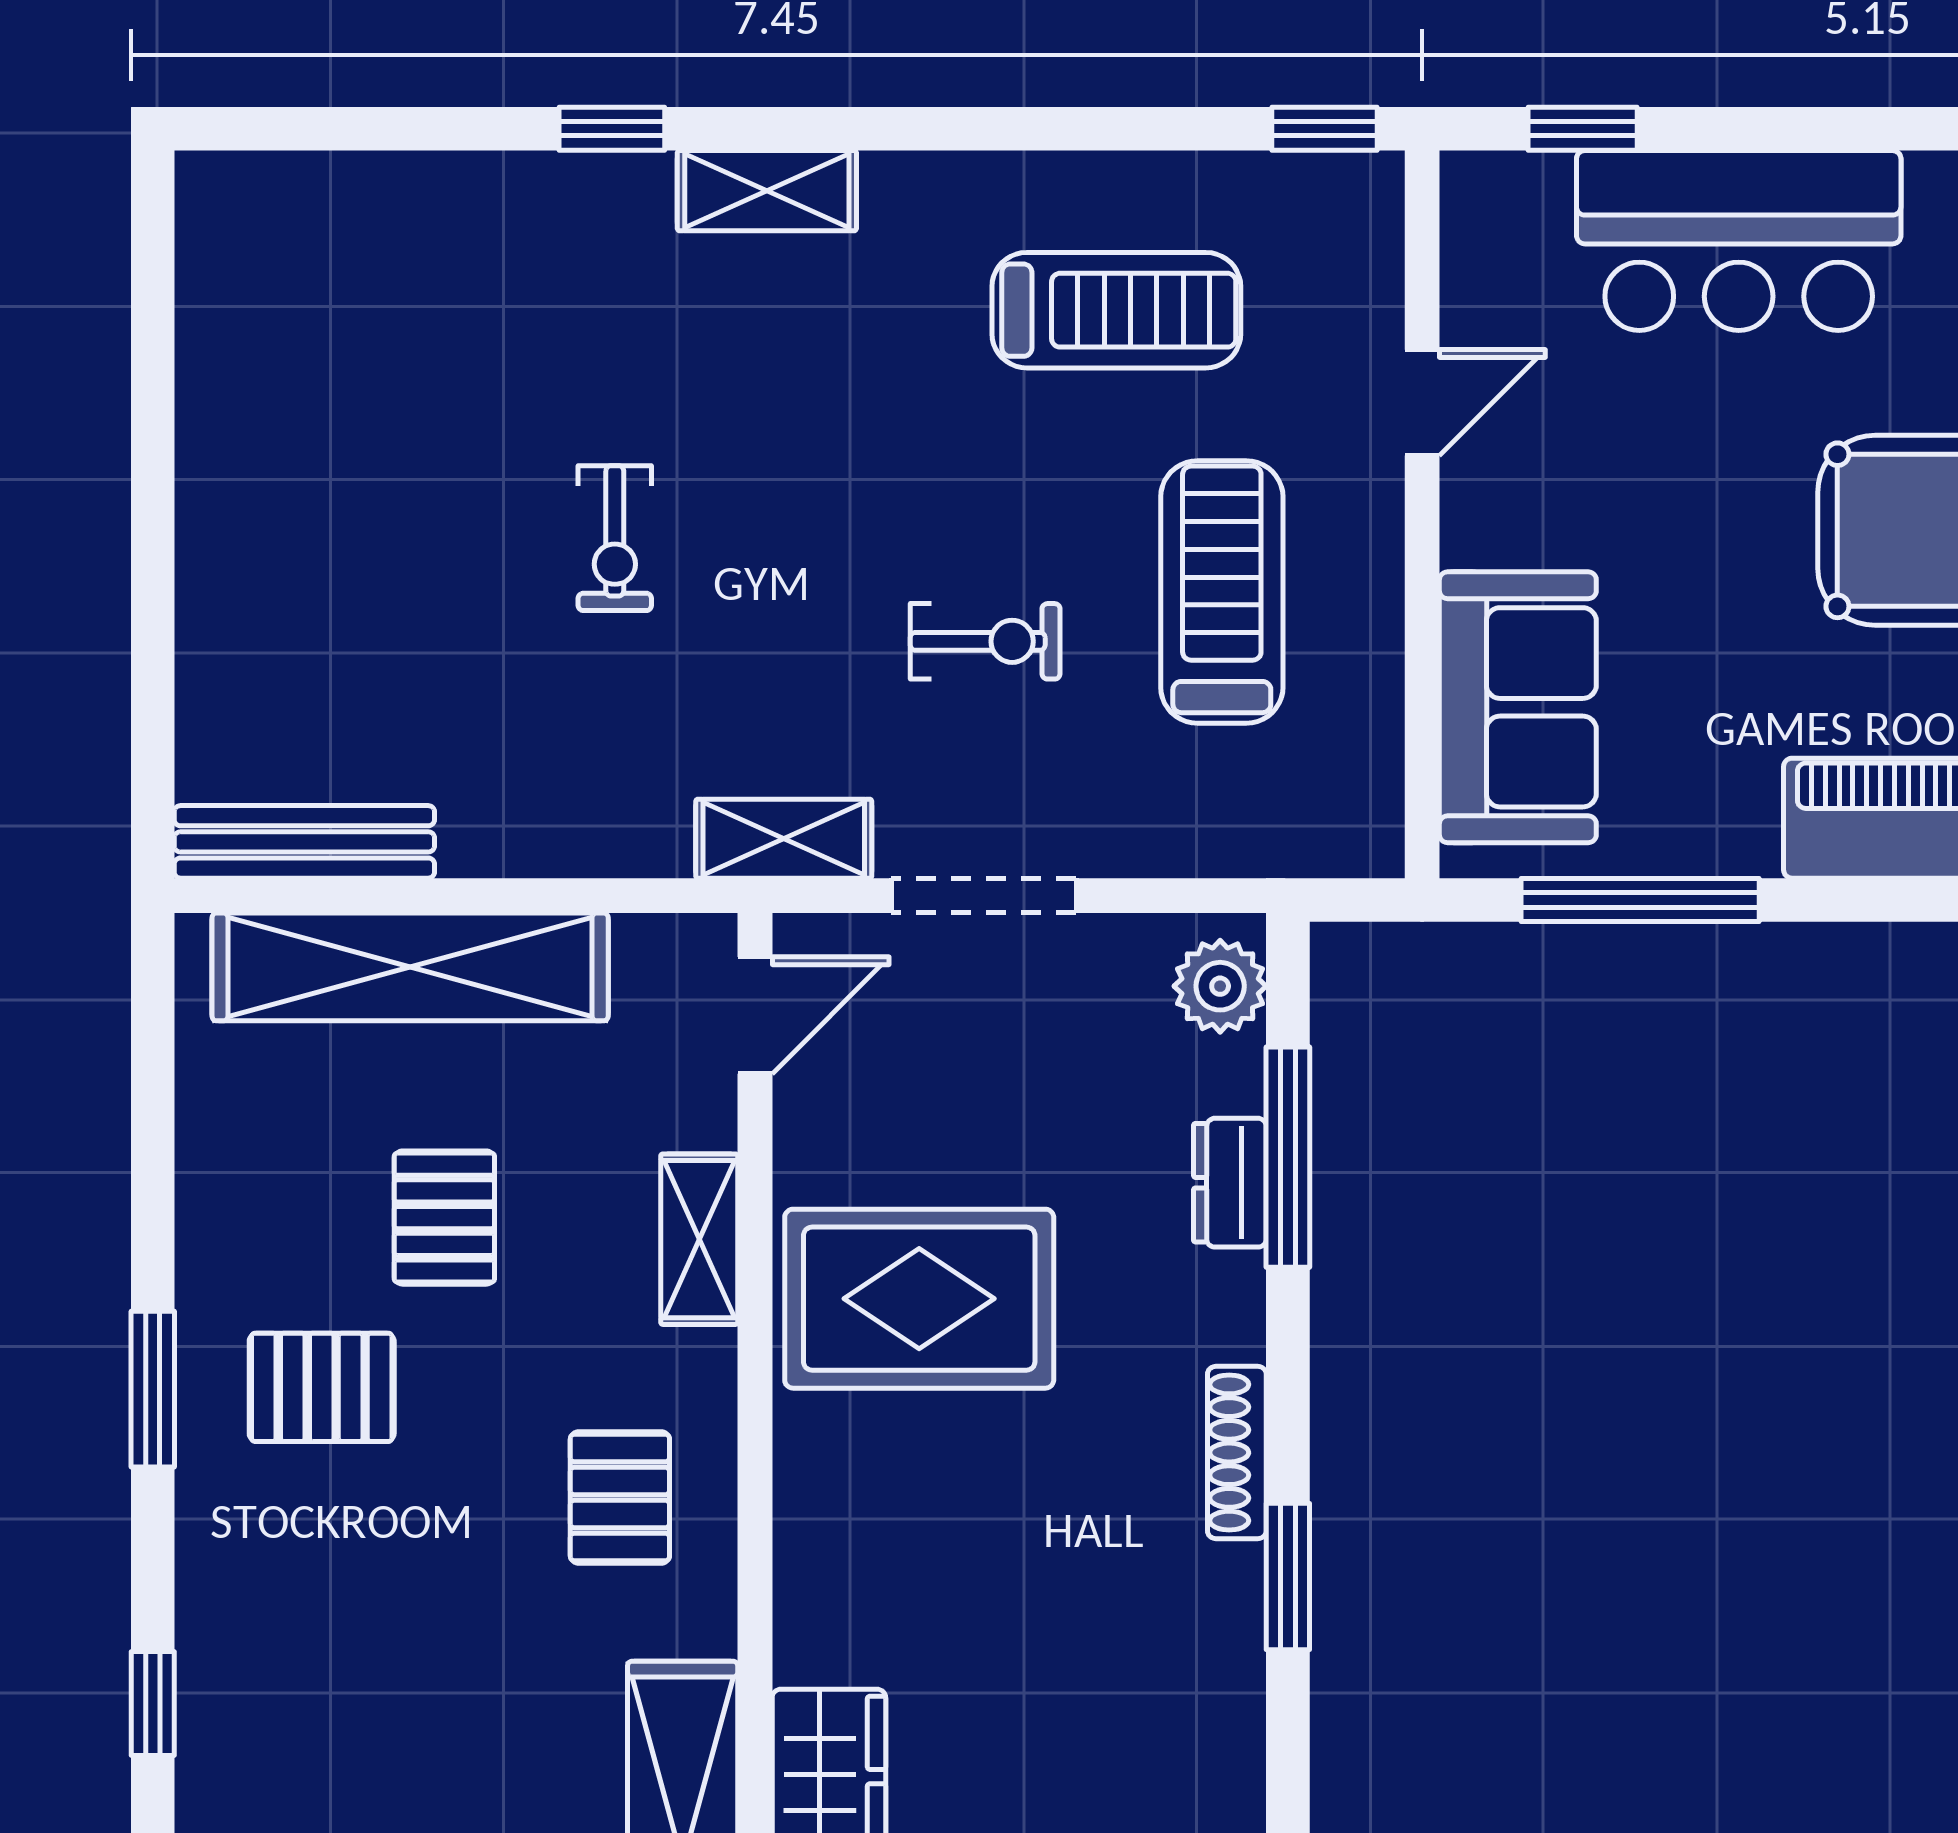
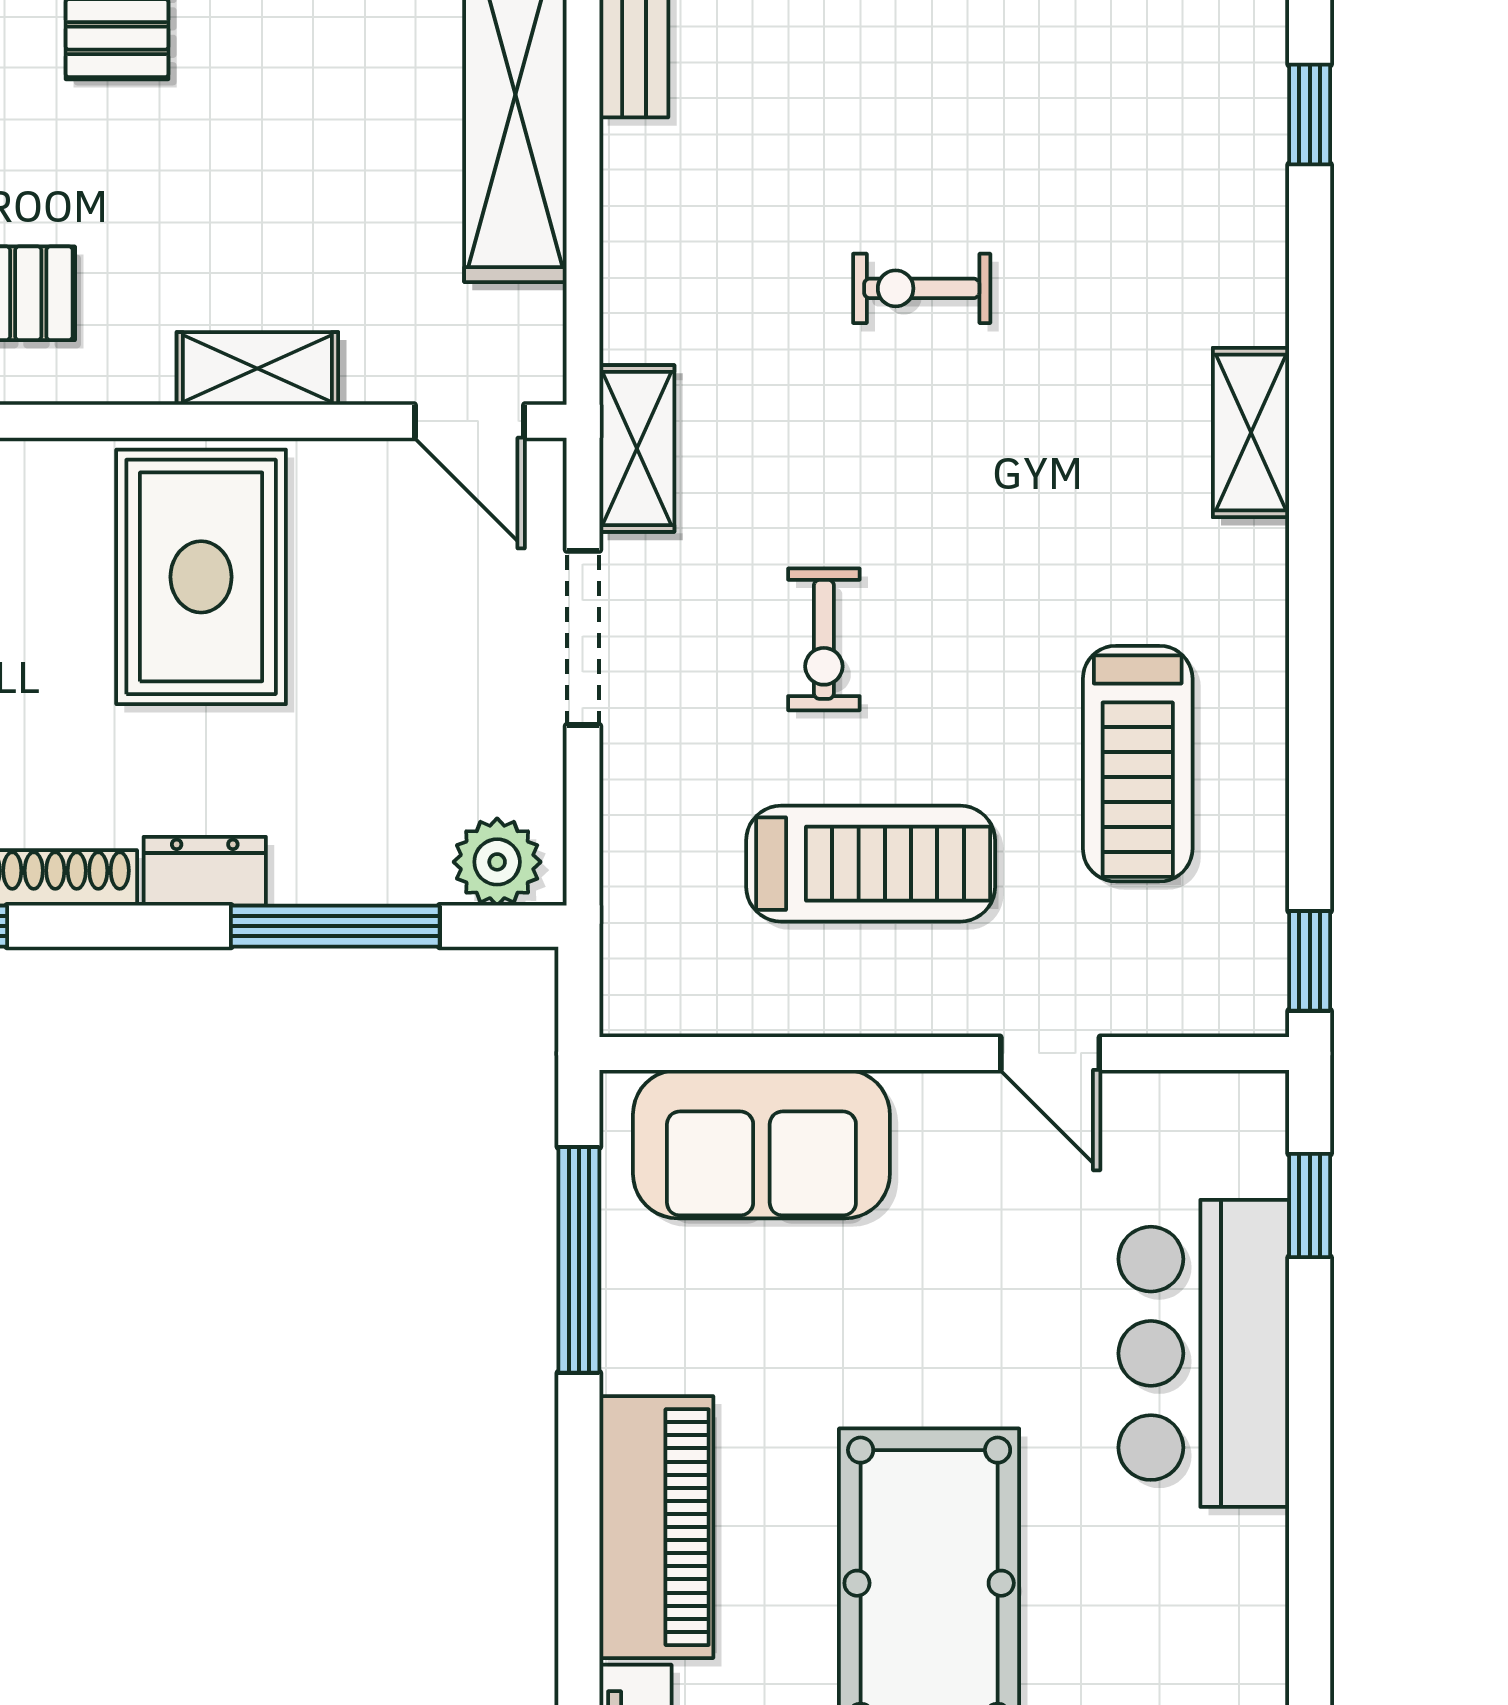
window: (612, 129) -> (1310, 115), moved
dresser: (1230, 1183) -> (205, 871), moved
pallet: (444, 1218) -> (278, 127), removed

